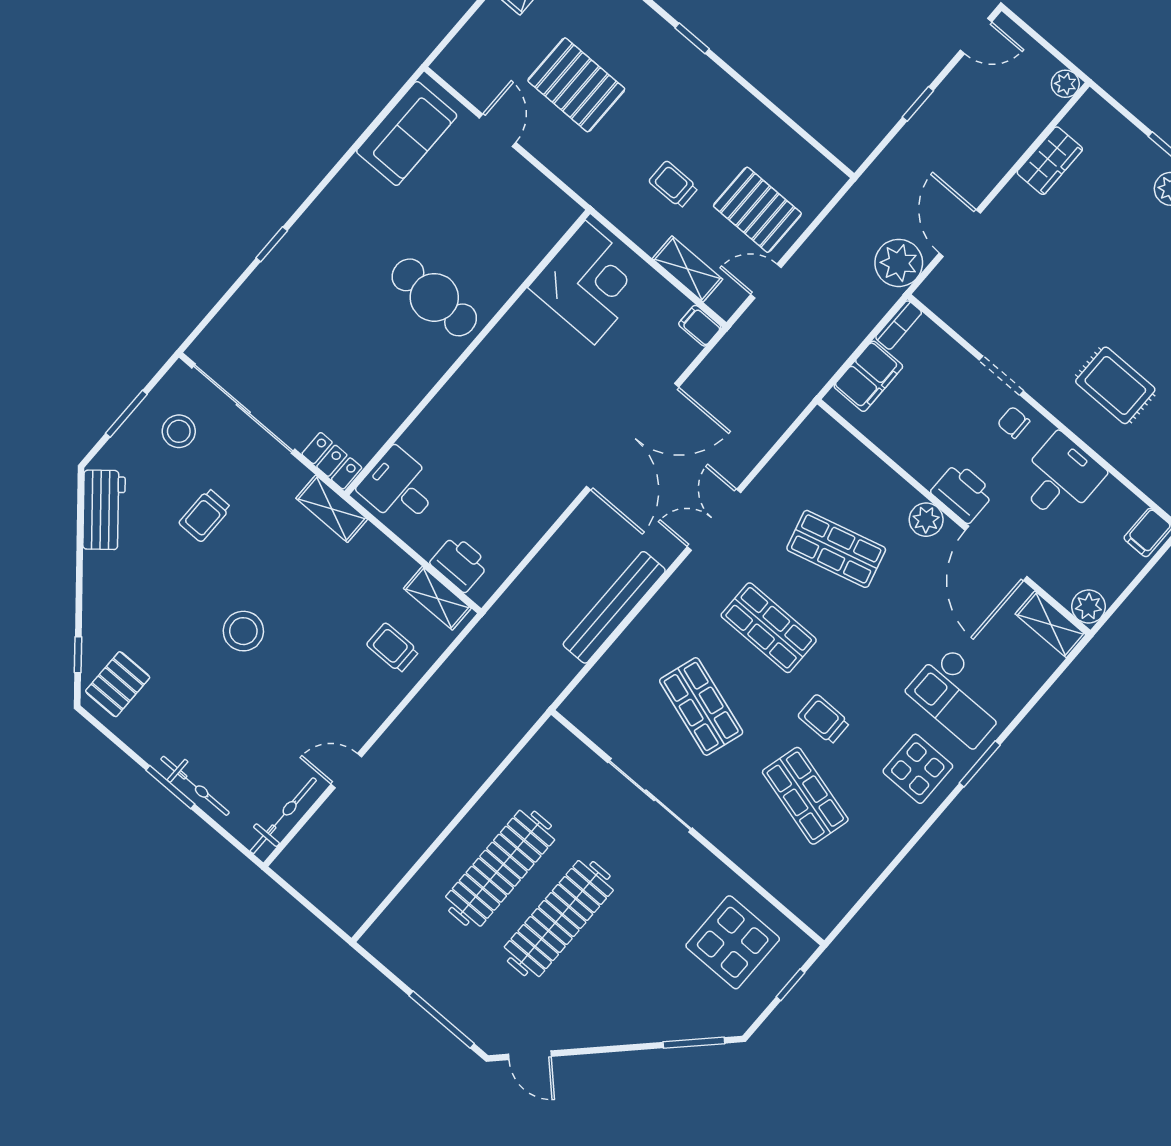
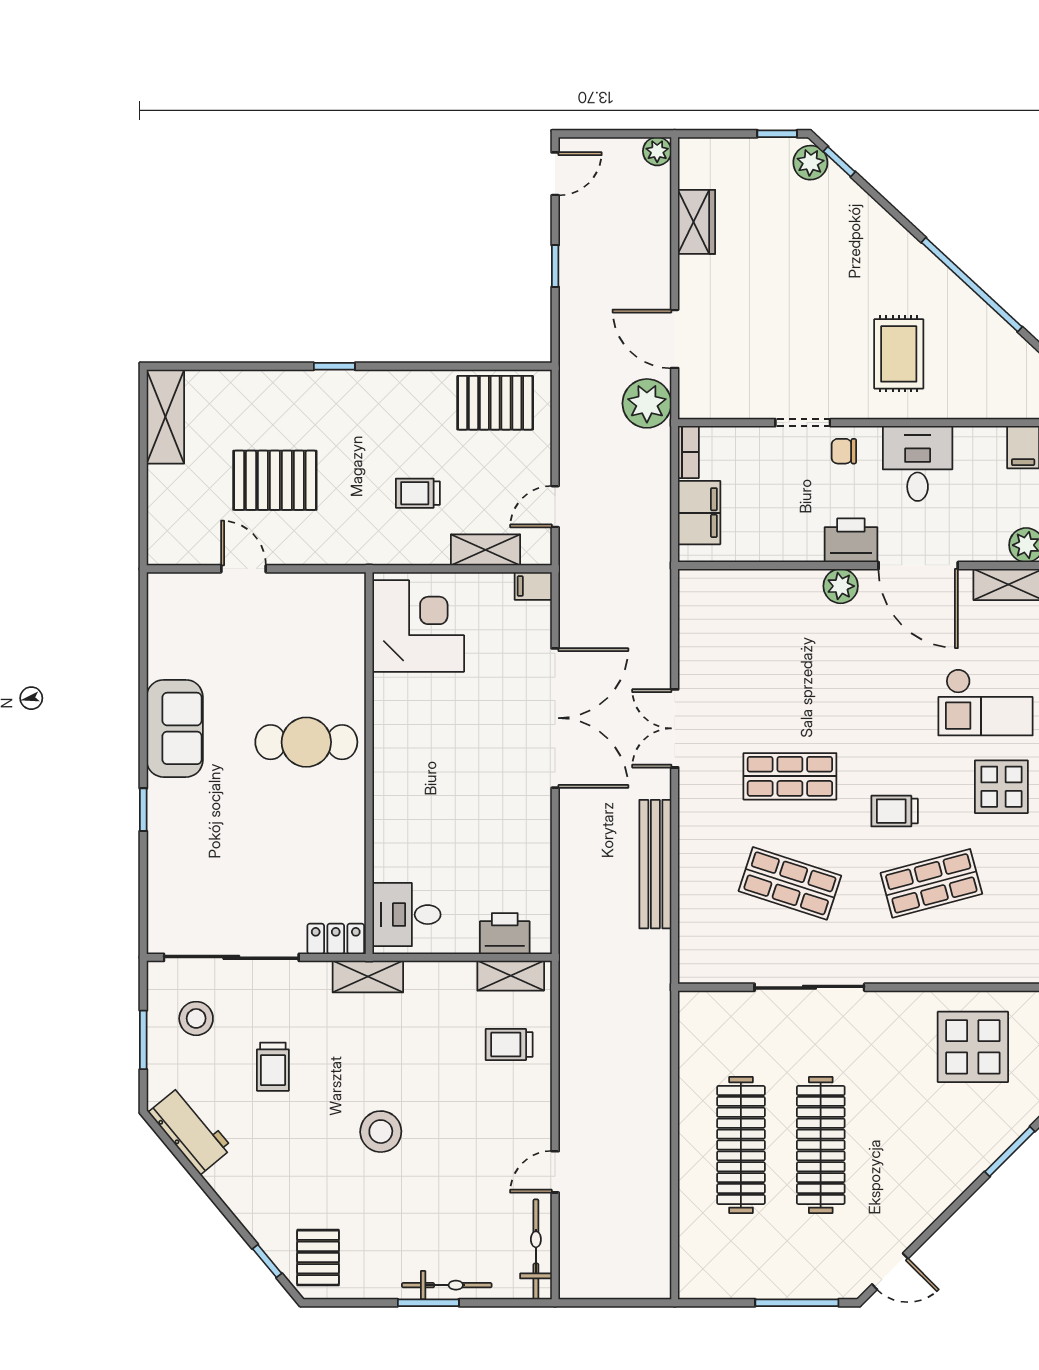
sofa: (407, 134) -> (175, 728), moved
pallet: (757, 210) -> (495, 403), moved
rug: (1115, 385) -> (899, 354), turned 90
shop shelf: (836, 549) -> (790, 669), removed
shop shelf: (805, 796) -> (931, 883), turned -30

